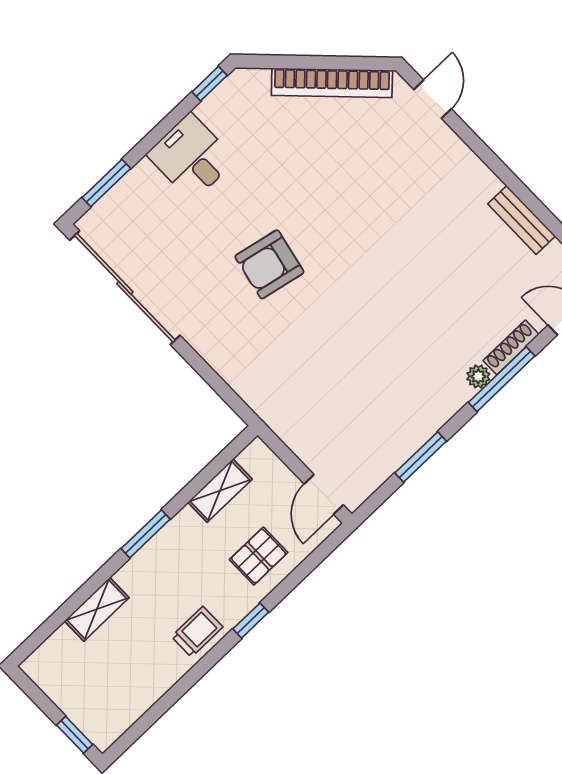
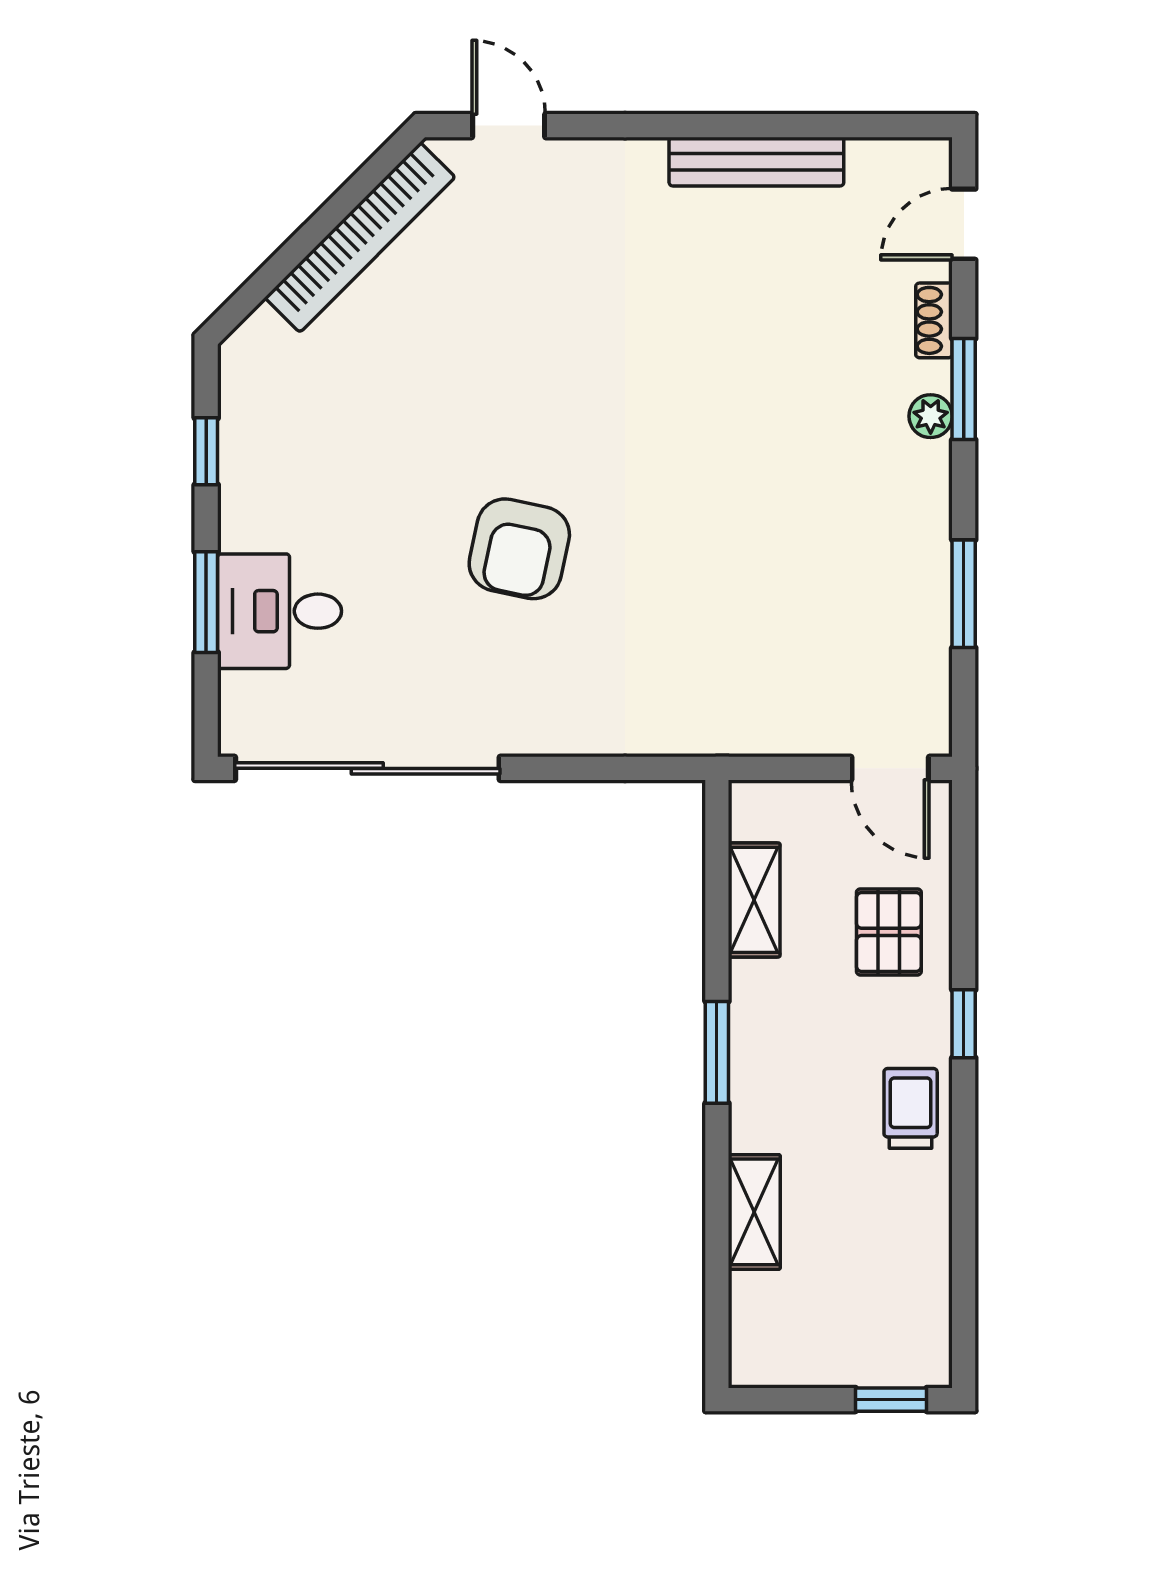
window: (210, 84) -> (206, 451), moved
desk: (191, 157) -> (280, 611), moved
window: (106, 183) -> (206, 602), moved
bench: (522, 220) -> (756, 162), width x1.36
shoe rack: (511, 347) -> (934, 320), width x0.70
window: (502, 379) -> (964, 389), width x0.69

